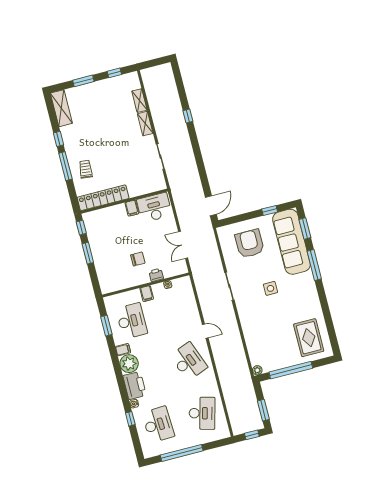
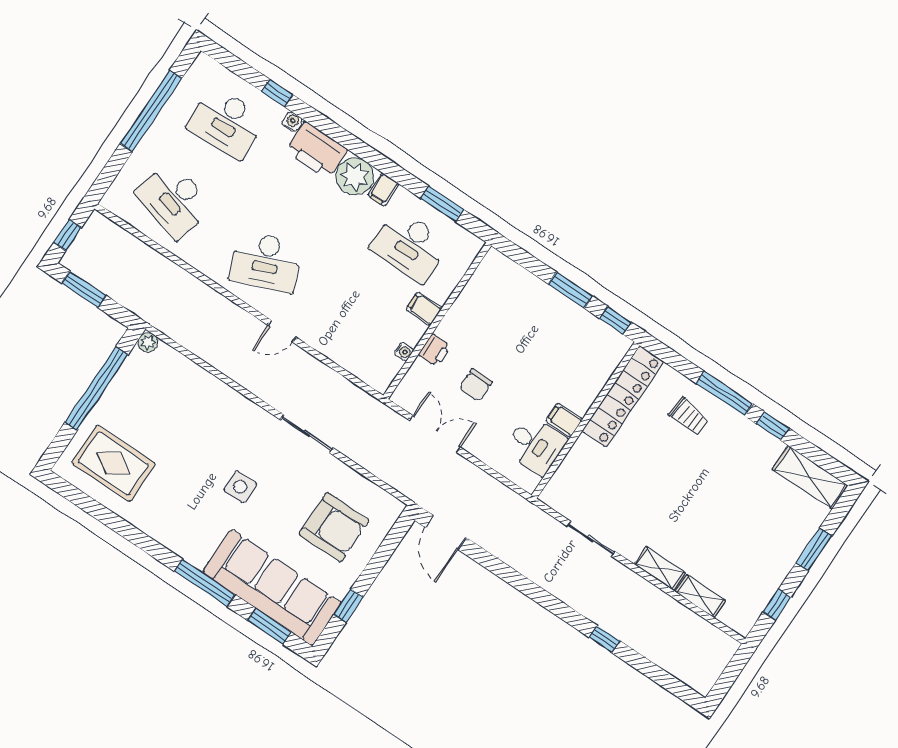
desk: (154, 207) -> (535, 445), width x0.73
chair: (138, 259) -> (476, 385), moved

